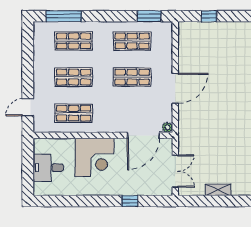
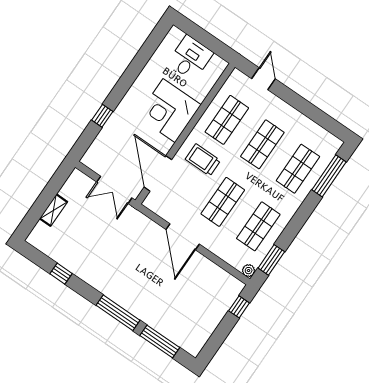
window: (209, 16) -> (239, 307), moved
trolley: (113, 111) -> (203, 160), added
plant: (167, 127) -> (249, 271), moved
double door: (175, 171) -> (114, 190), moved

